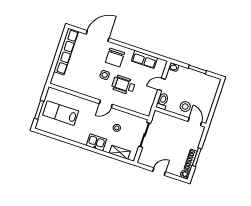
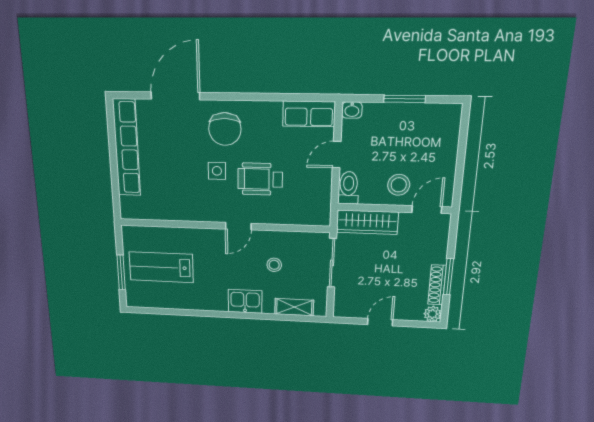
row of seats: (144, 59) -> (309, 114), moved
wardrobe: (167, 120) -> (367, 222), added
door: (195, 122) -> (427, 210), hinge flipped

